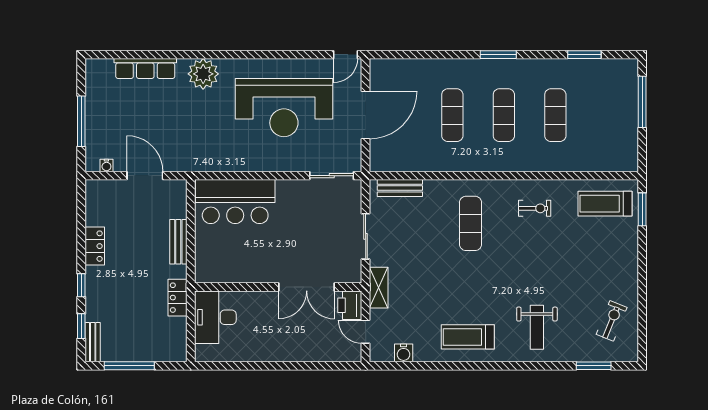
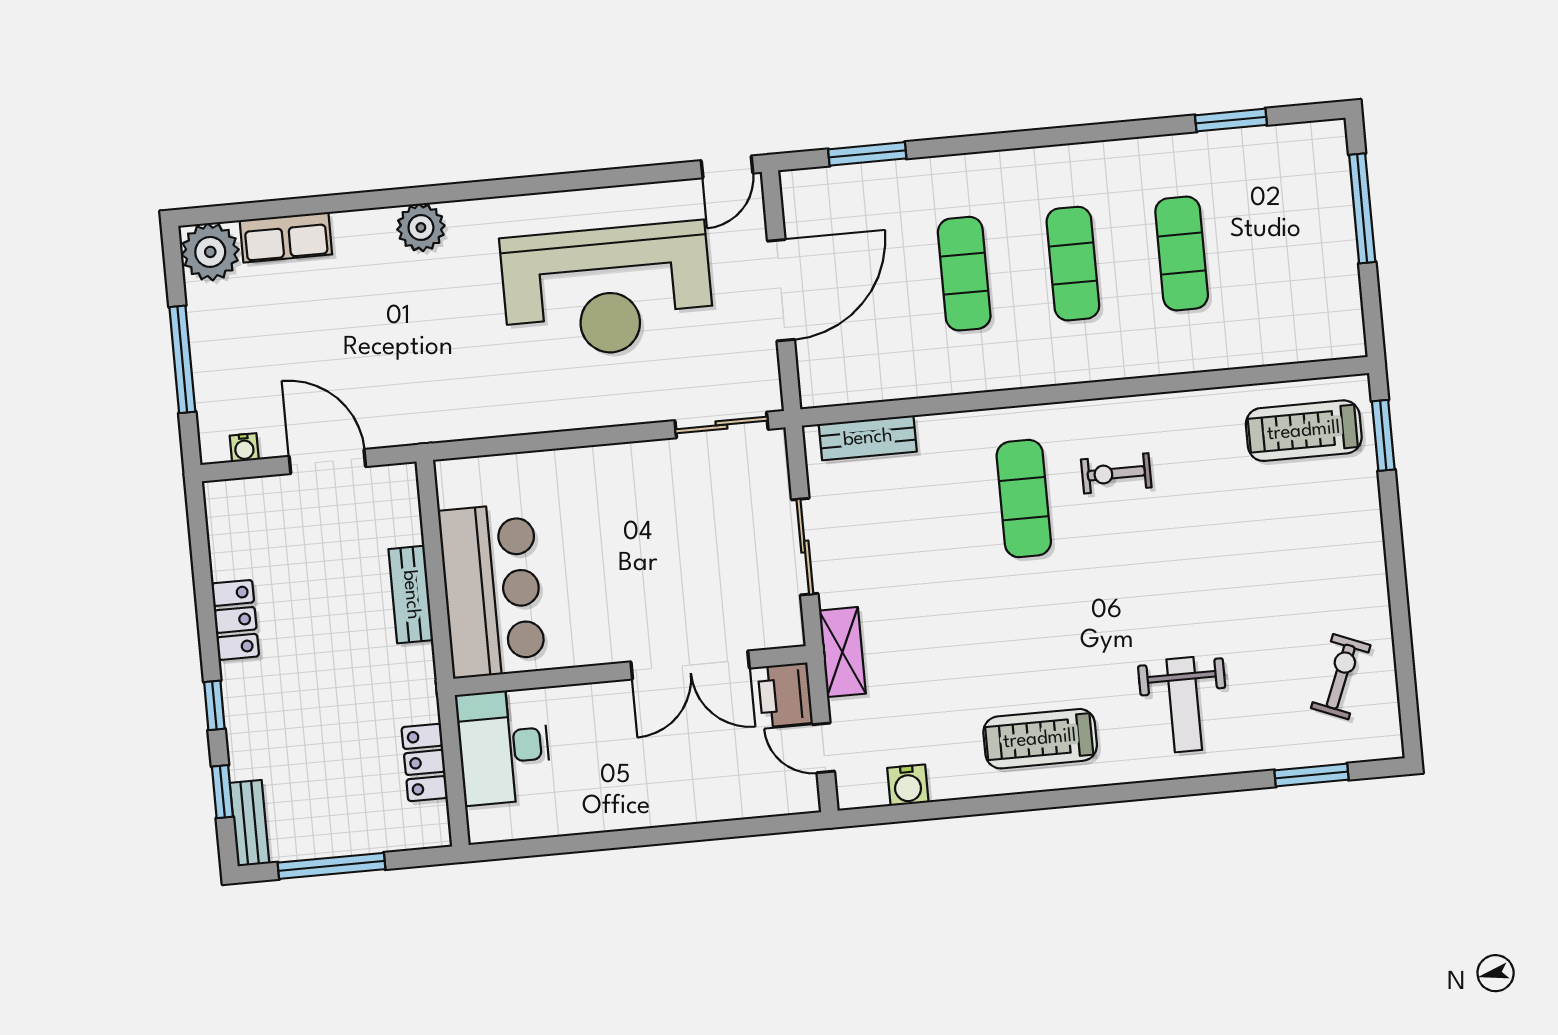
window: (498, 55) -> (867, 154), moved
row of seats: (145, 69) -> (286, 237), width x0.68
plant: (99, 72) -> (210, 252), added
plant: (203, 74) -> (421, 227), width x0.73, depth x0.73
bar counter: (235, 202) -> (492, 590), moved, turned -90
exercise bike: (535, 208) -> (1116, 473), moved, turned 180
locker: (178, 298) -> (425, 762), moved

